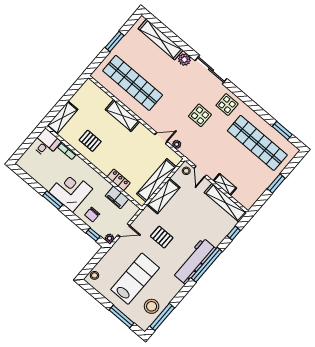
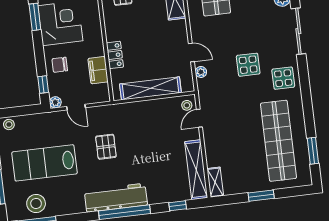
shelving: (225, 184) -> (215, 182), moved
shelving: (163, 196) -> (143, 109), removed
lab bench: (135, 279) -> (44, 163), turned 180

